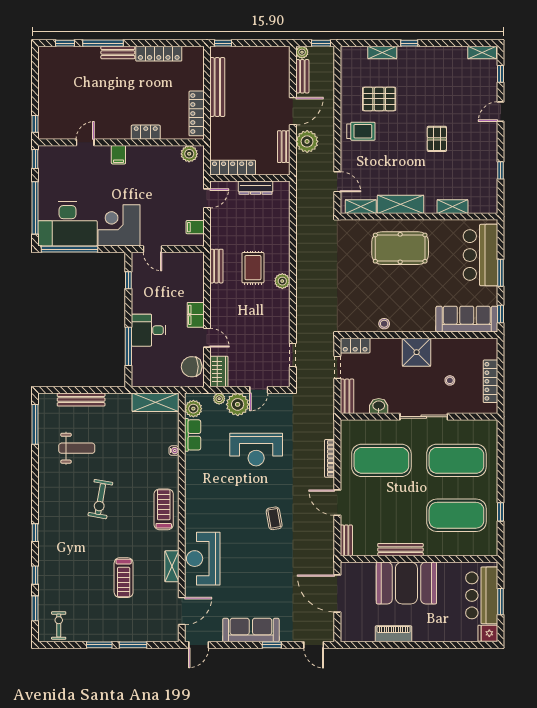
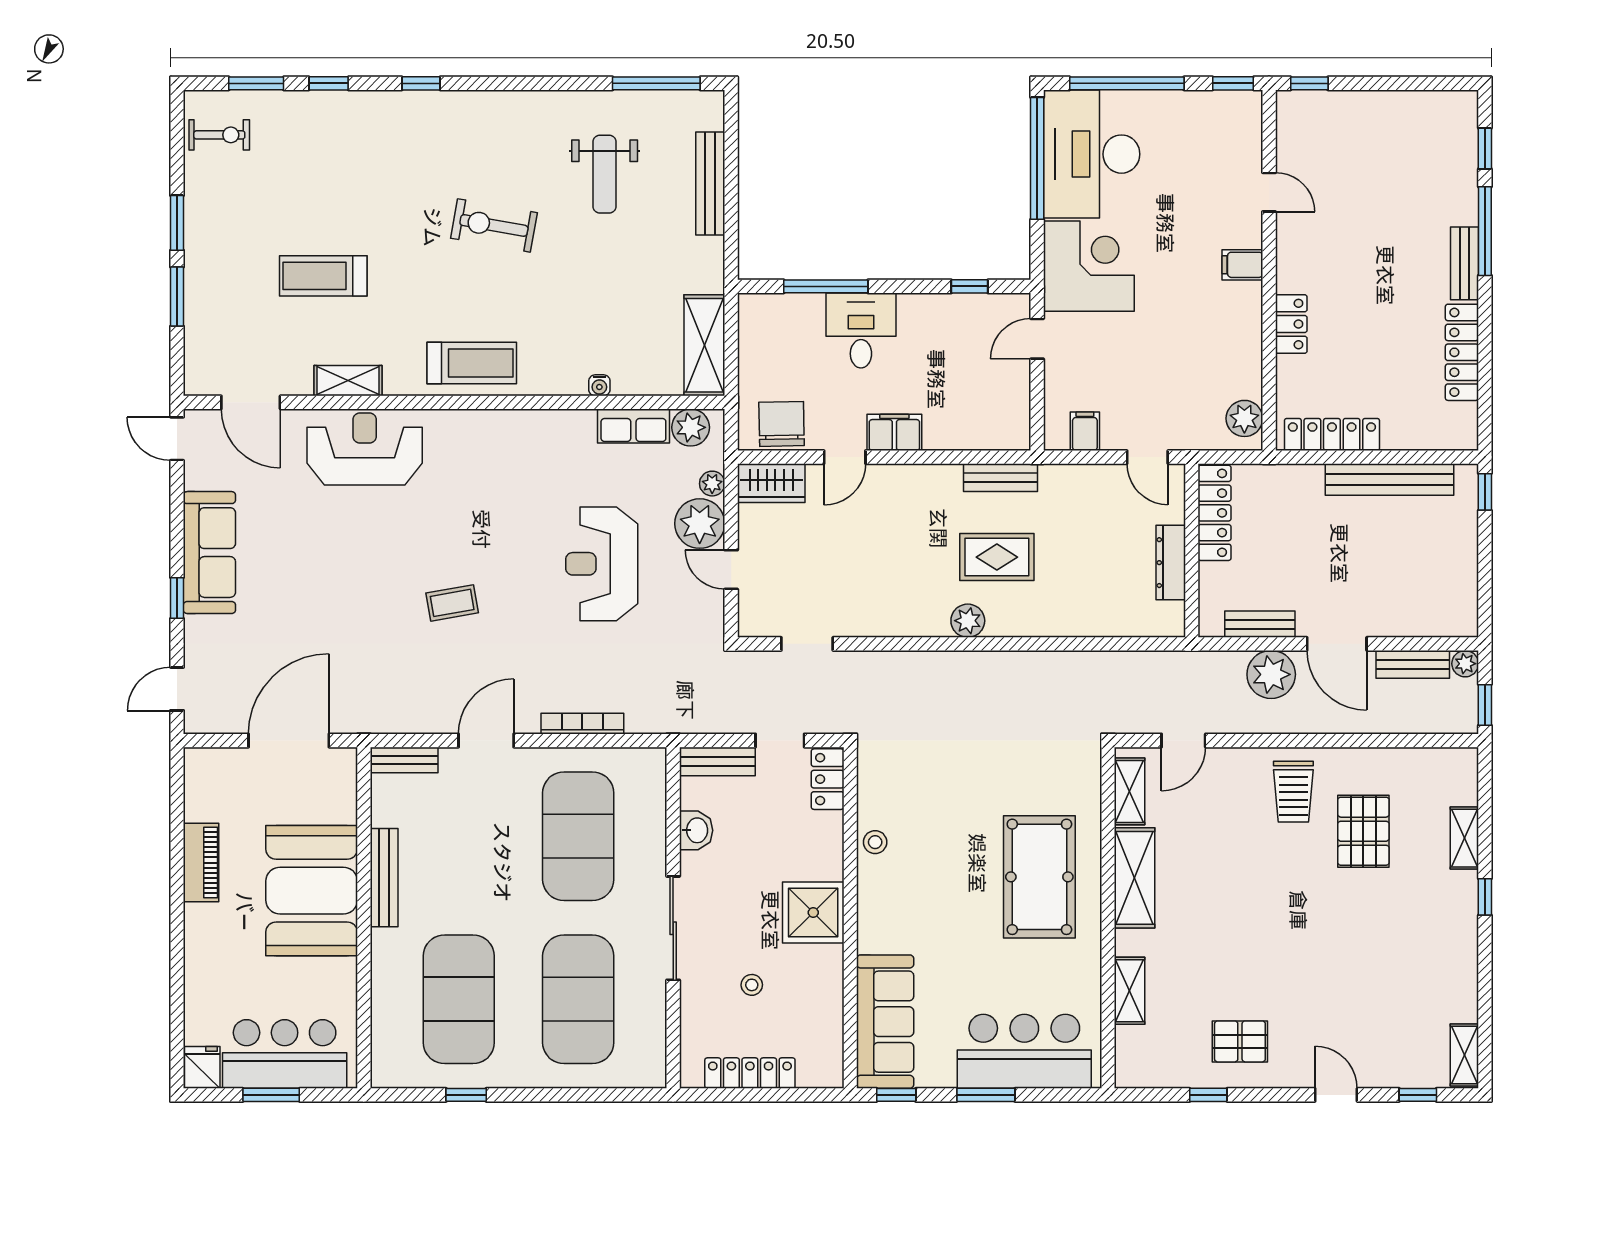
pallet: (437, 139) -> (1240, 1041), moved

